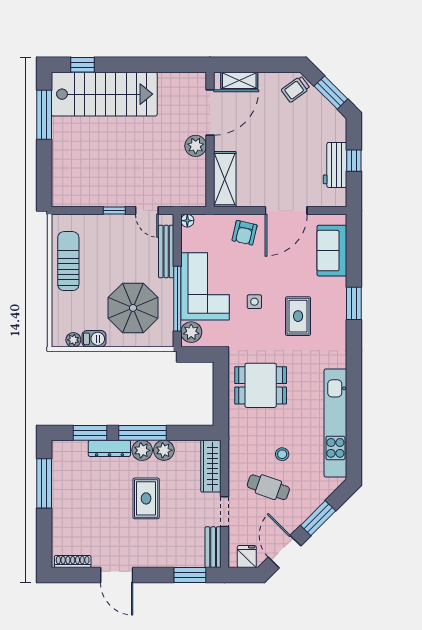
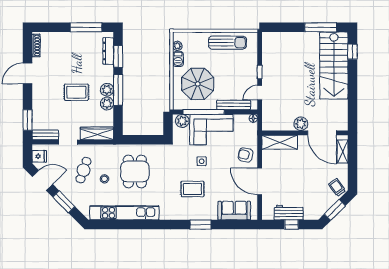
dining table: (261, 385) -> (135, 171), moved
dresser: (109, 448) -> (108, 51), moved

